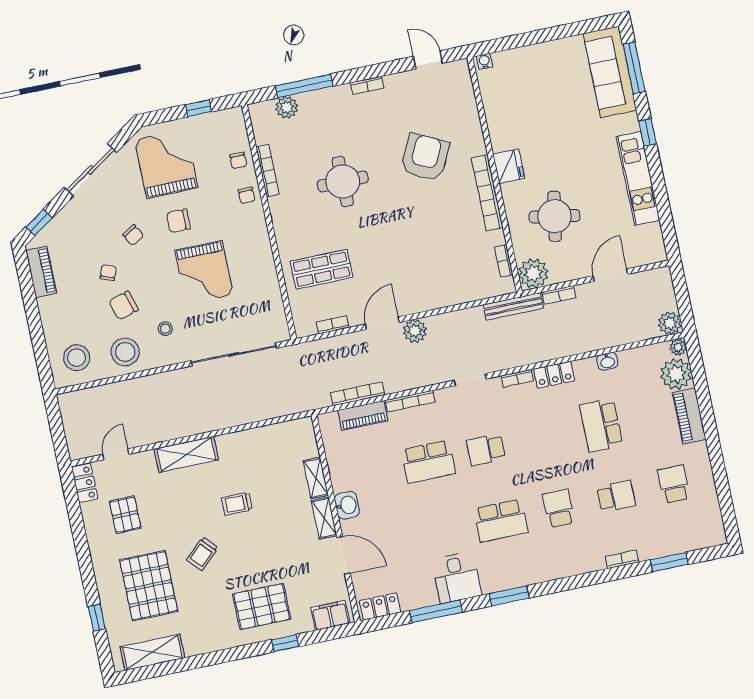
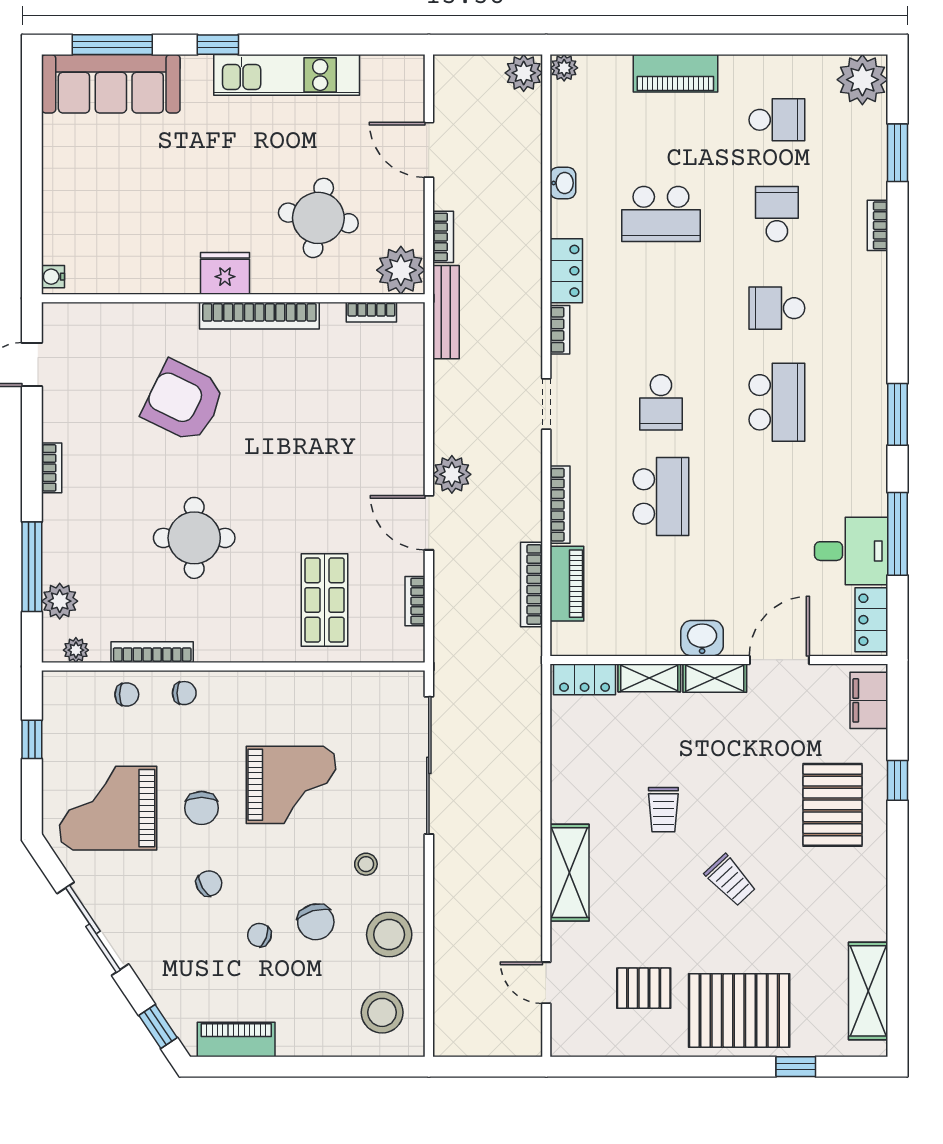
plant: (259, 124) -> (76, 650), added
plant: (676, 374) -> (862, 80), moved
locker: (85, 483) -> (585, 679), moved, turned 180
school desk: (674, 484) -> (777, 120), turned 180
desk: (456, 577) -> (851, 551), moved
pallet: (149, 586) -> (739, 1010), moved

